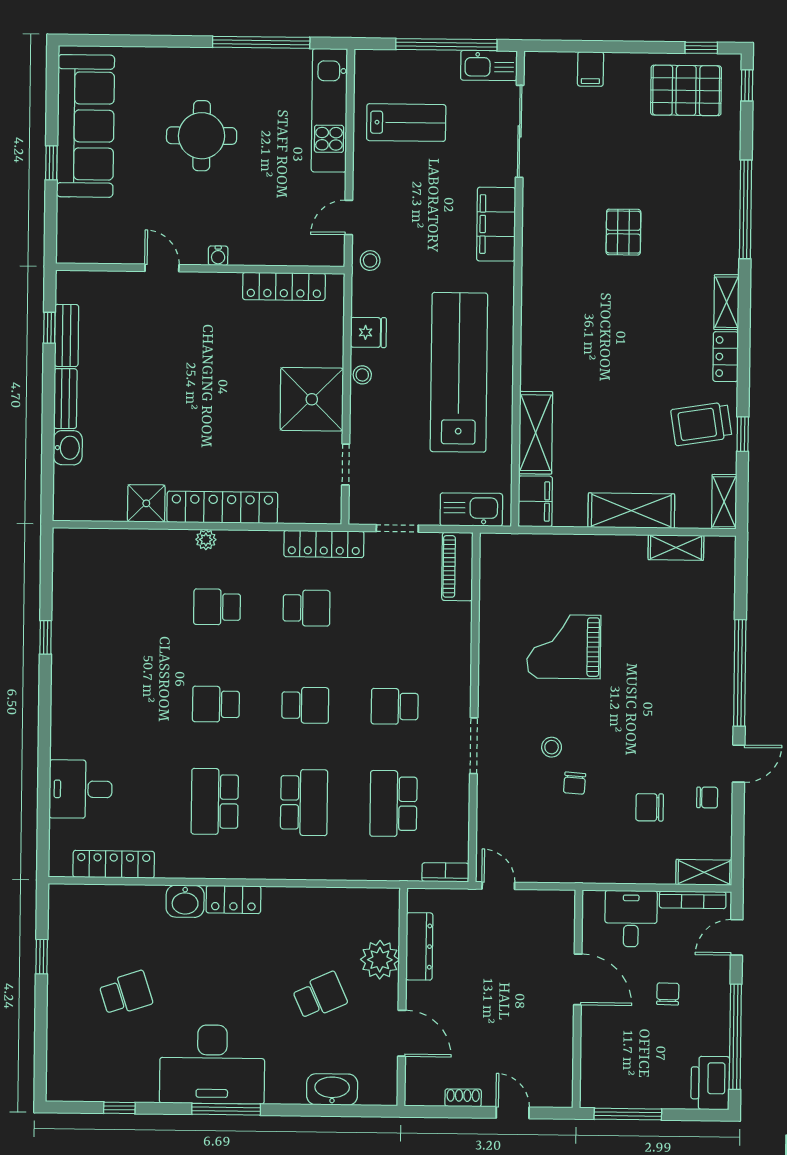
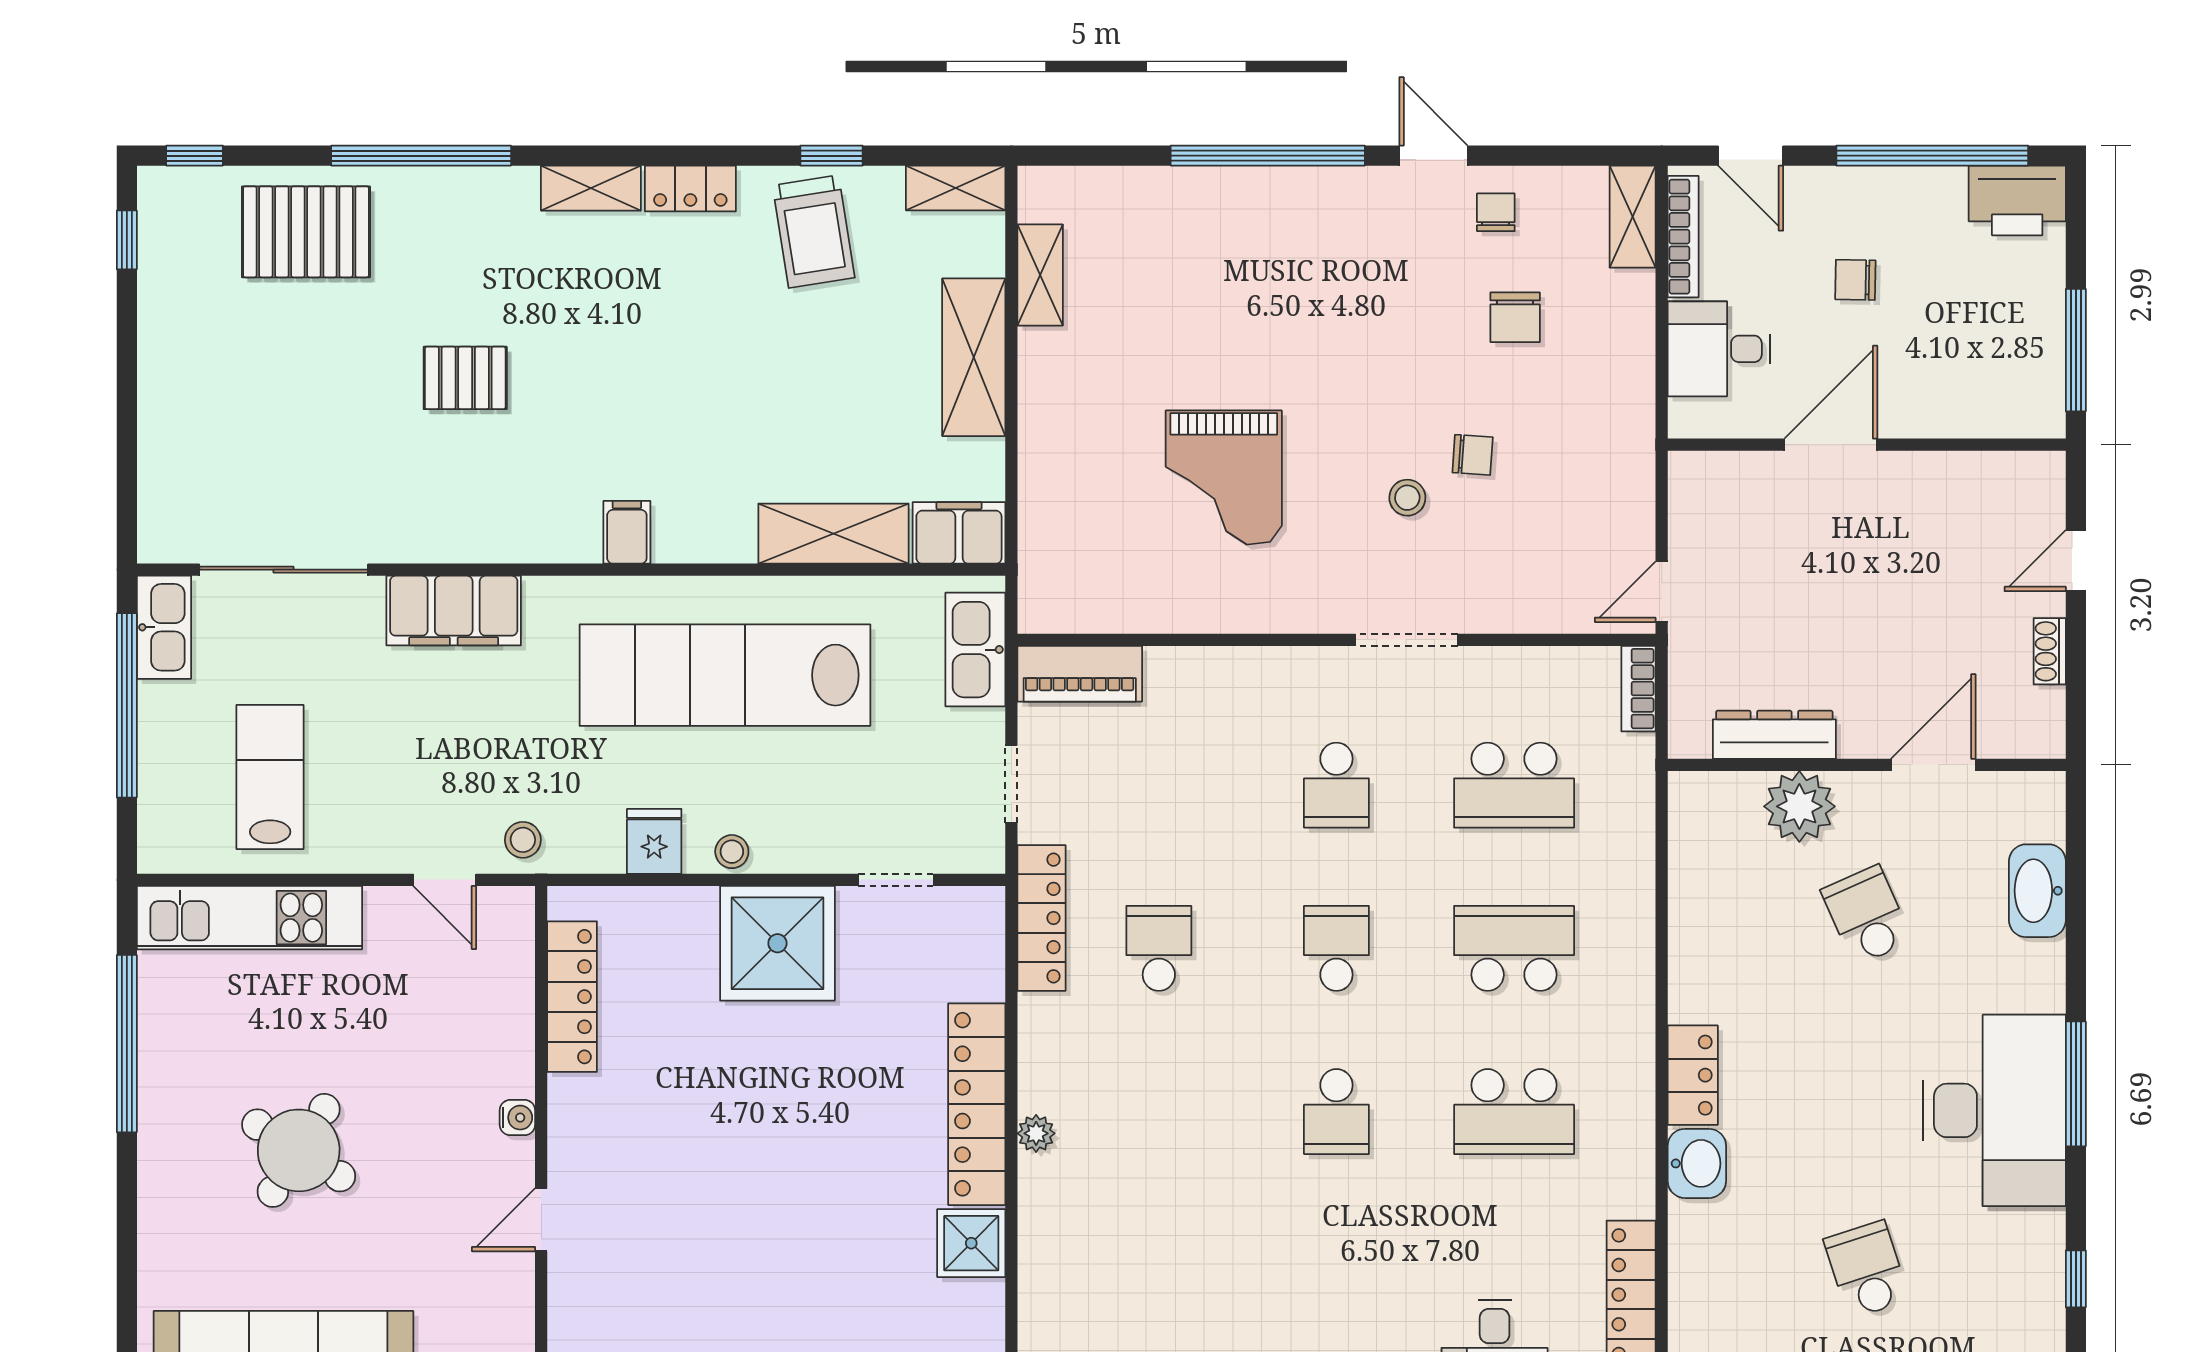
filing cabinet: (591, 69) -> (627, 532), moved, turned -90
pallet: (686, 90) -> (306, 232), moved, turned 90
round table: (202, 136) -> (299, 1150), turned 32
school desk: (217, 607) -> (1159, 1112), removed

